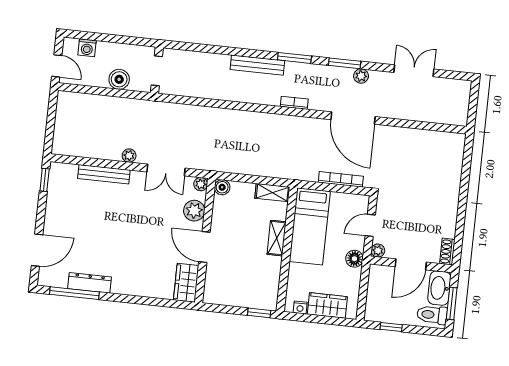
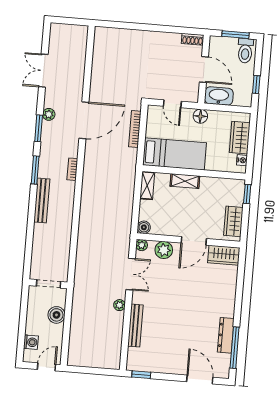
plant: (378, 251) -> (193, 97), removed
washbasin: (439, 288) -> (219, 96), moved, turned 180
wardrobe: (227, 295) -> (233, 221), added

